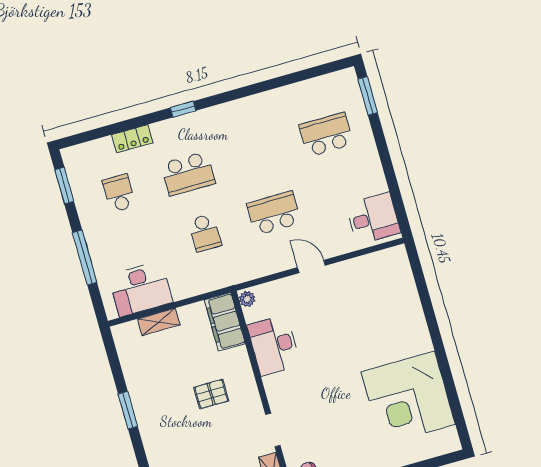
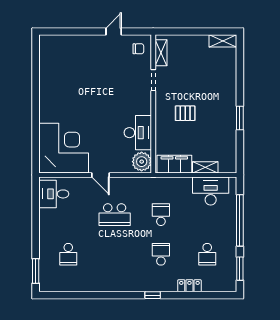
school desk: (326, 135) -> (68, 254), width x0.54
school desk: (188, 174) -> (161, 254), width x0.54
window: (85, 258) -> (240, 220), width x1.46
plant: (247, 299) -> (142, 162), width x1.87, depth x1.87
filing cabinet: (225, 322) -> (174, 164), moved, turned -90
corner desk: (408, 398) -> (64, 148), moved

